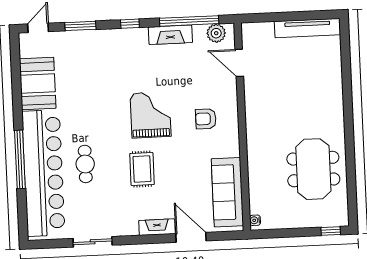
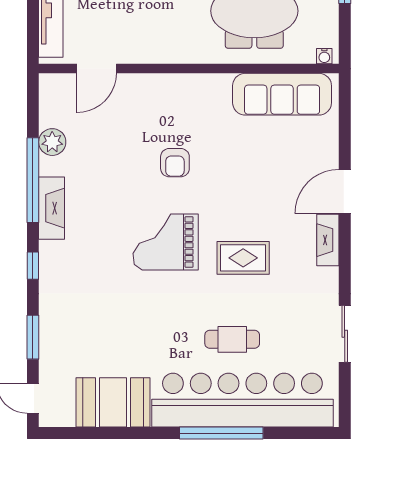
door: (239, 63) -> (97, 69), moved
wall: (242, 127) -> (189, 69), moved
sofa: (227, 192) -> (282, 94), moved
water cooler: (255, 220) -> (324, 56), moved

